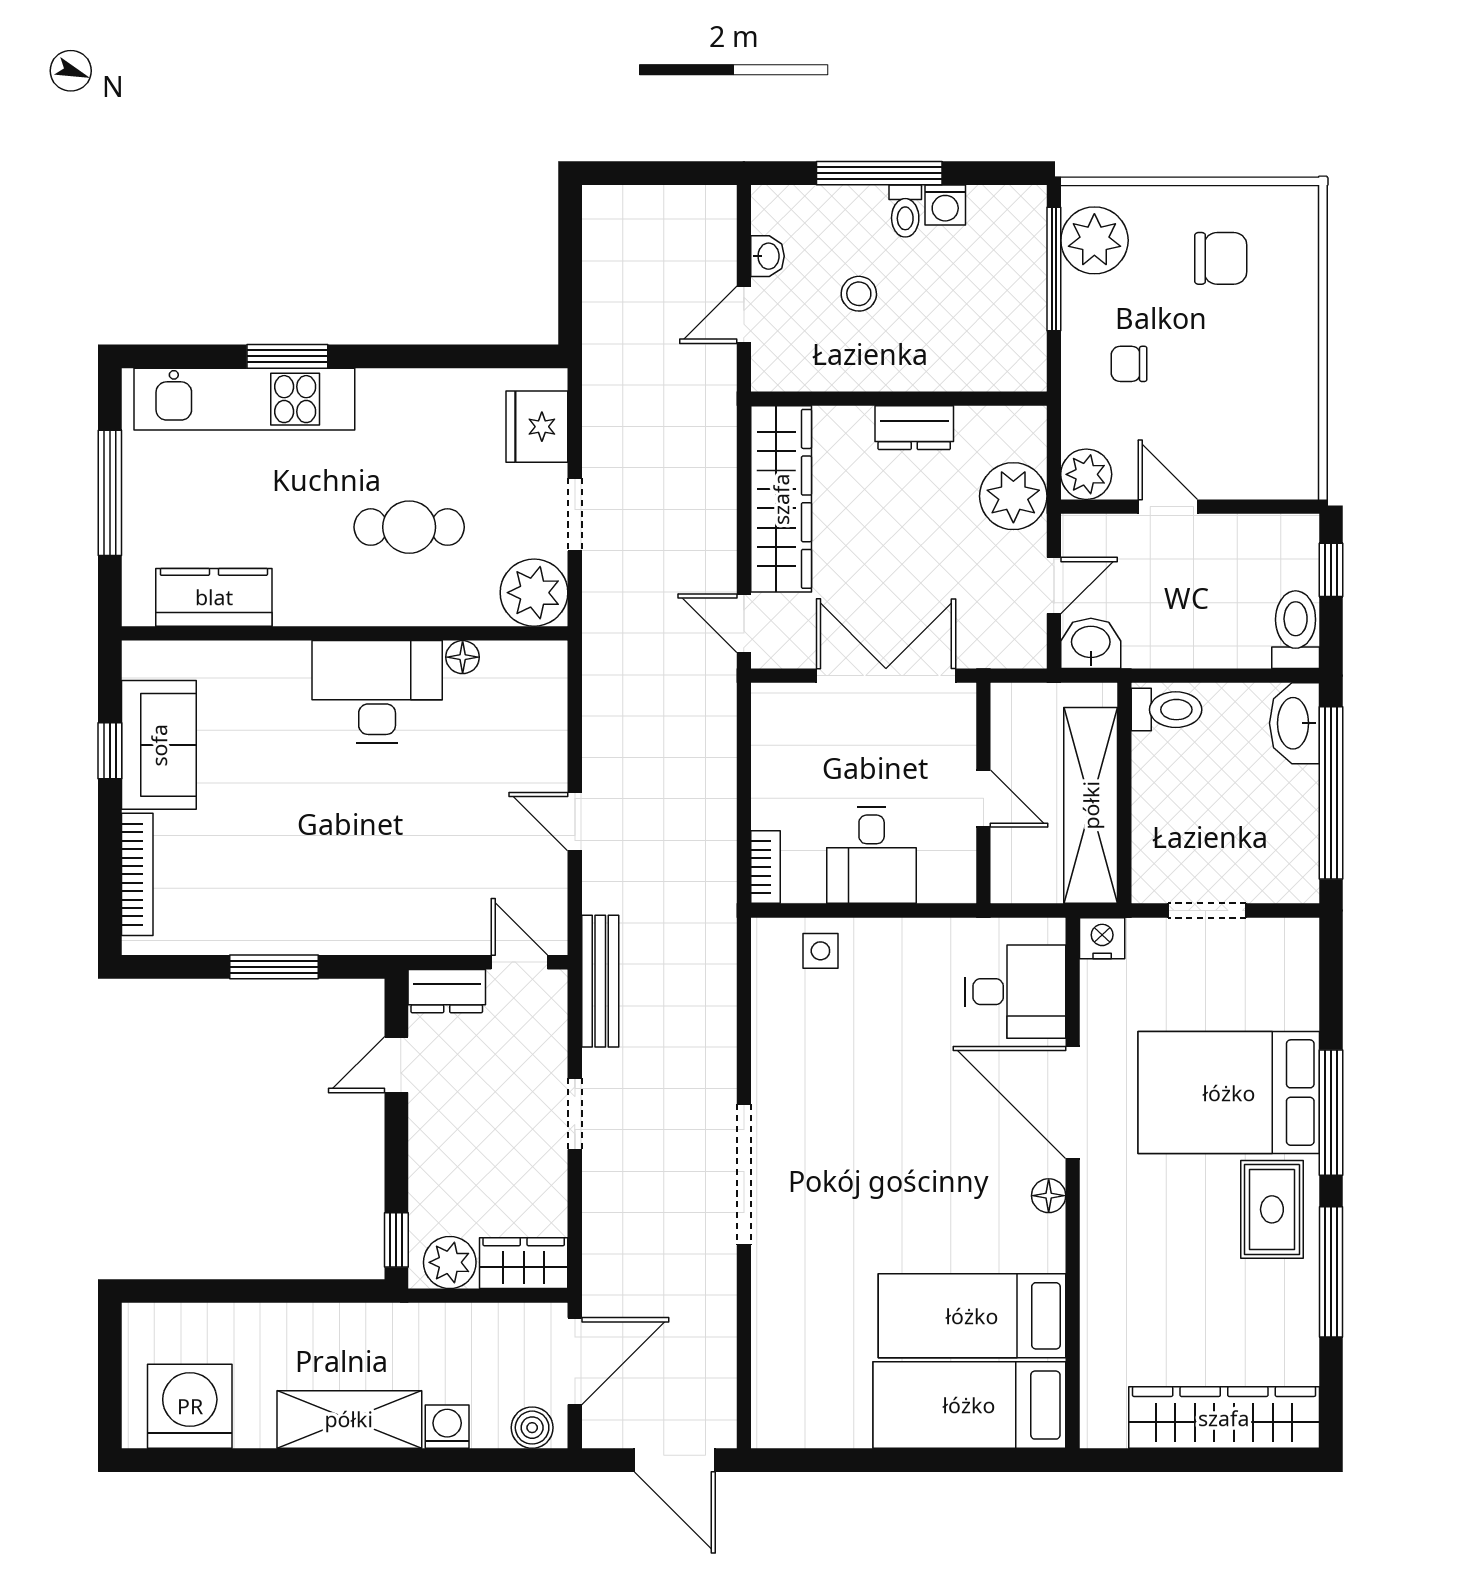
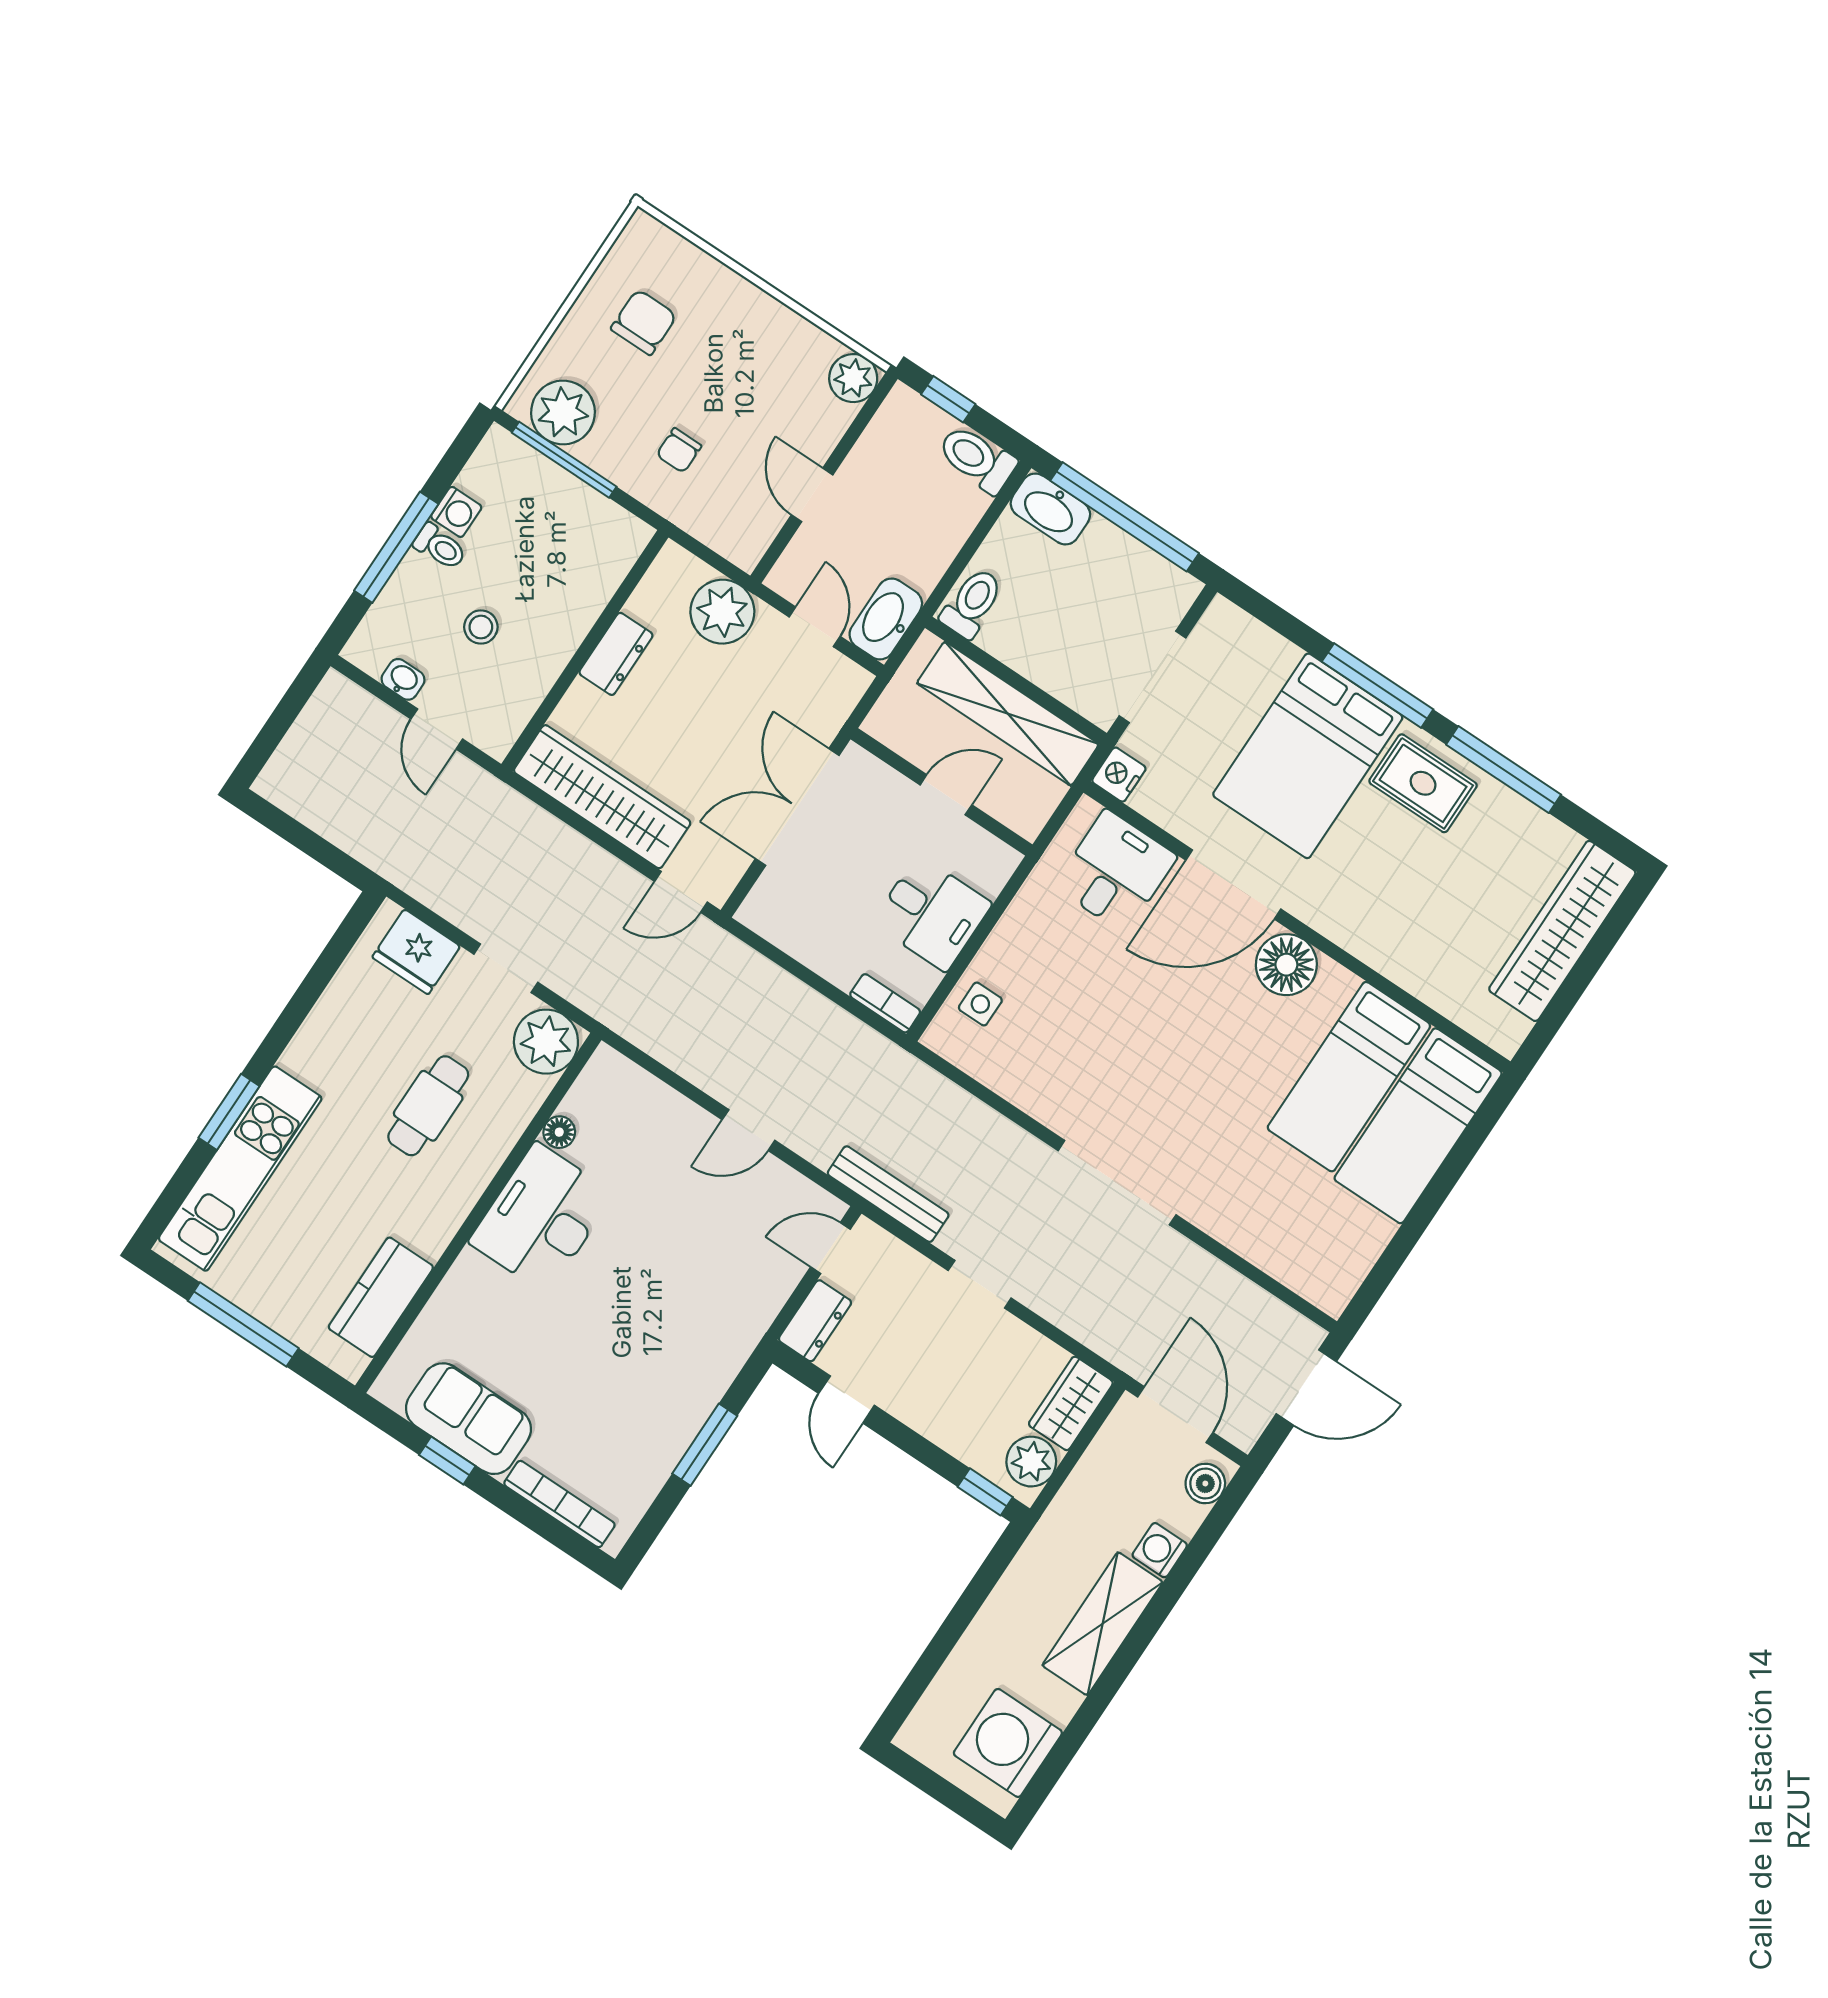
plant: (1086, 474) -> (853, 378), moved
door: (1168, 507) -> (812, 495), hinge flipped
washbasin: (1091, 643) -> (886, 619), width x1.38
doorway: (1207, 911) -> (1152, 677), width x1.38
floor lamp: (1049, 1196) -> (1286, 965), width x1.89, depth x1.89

